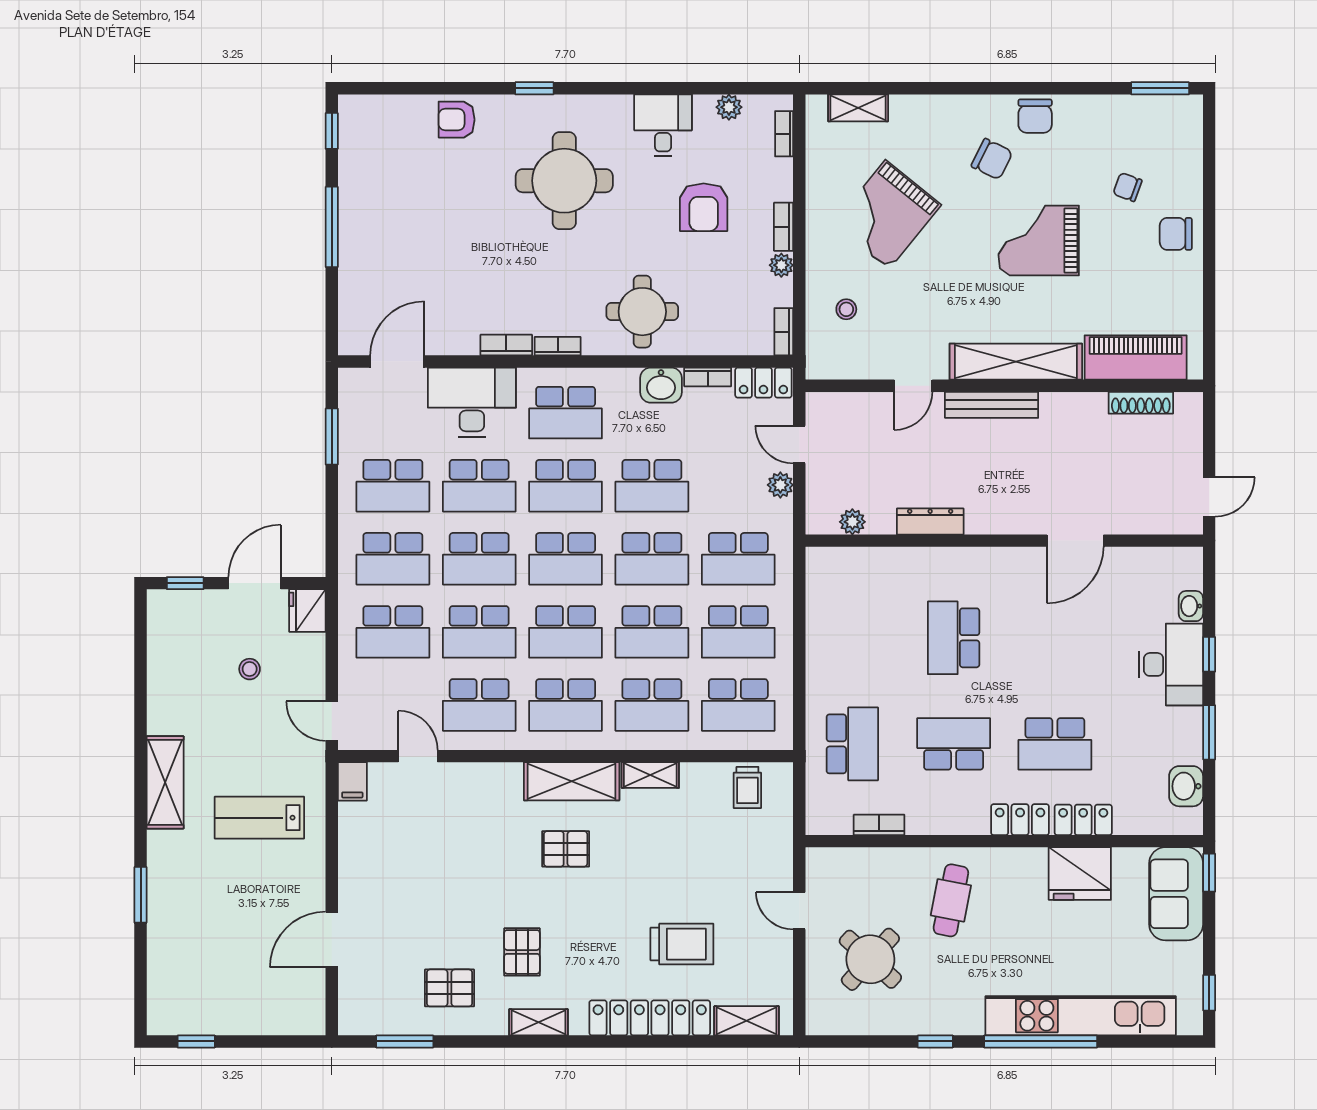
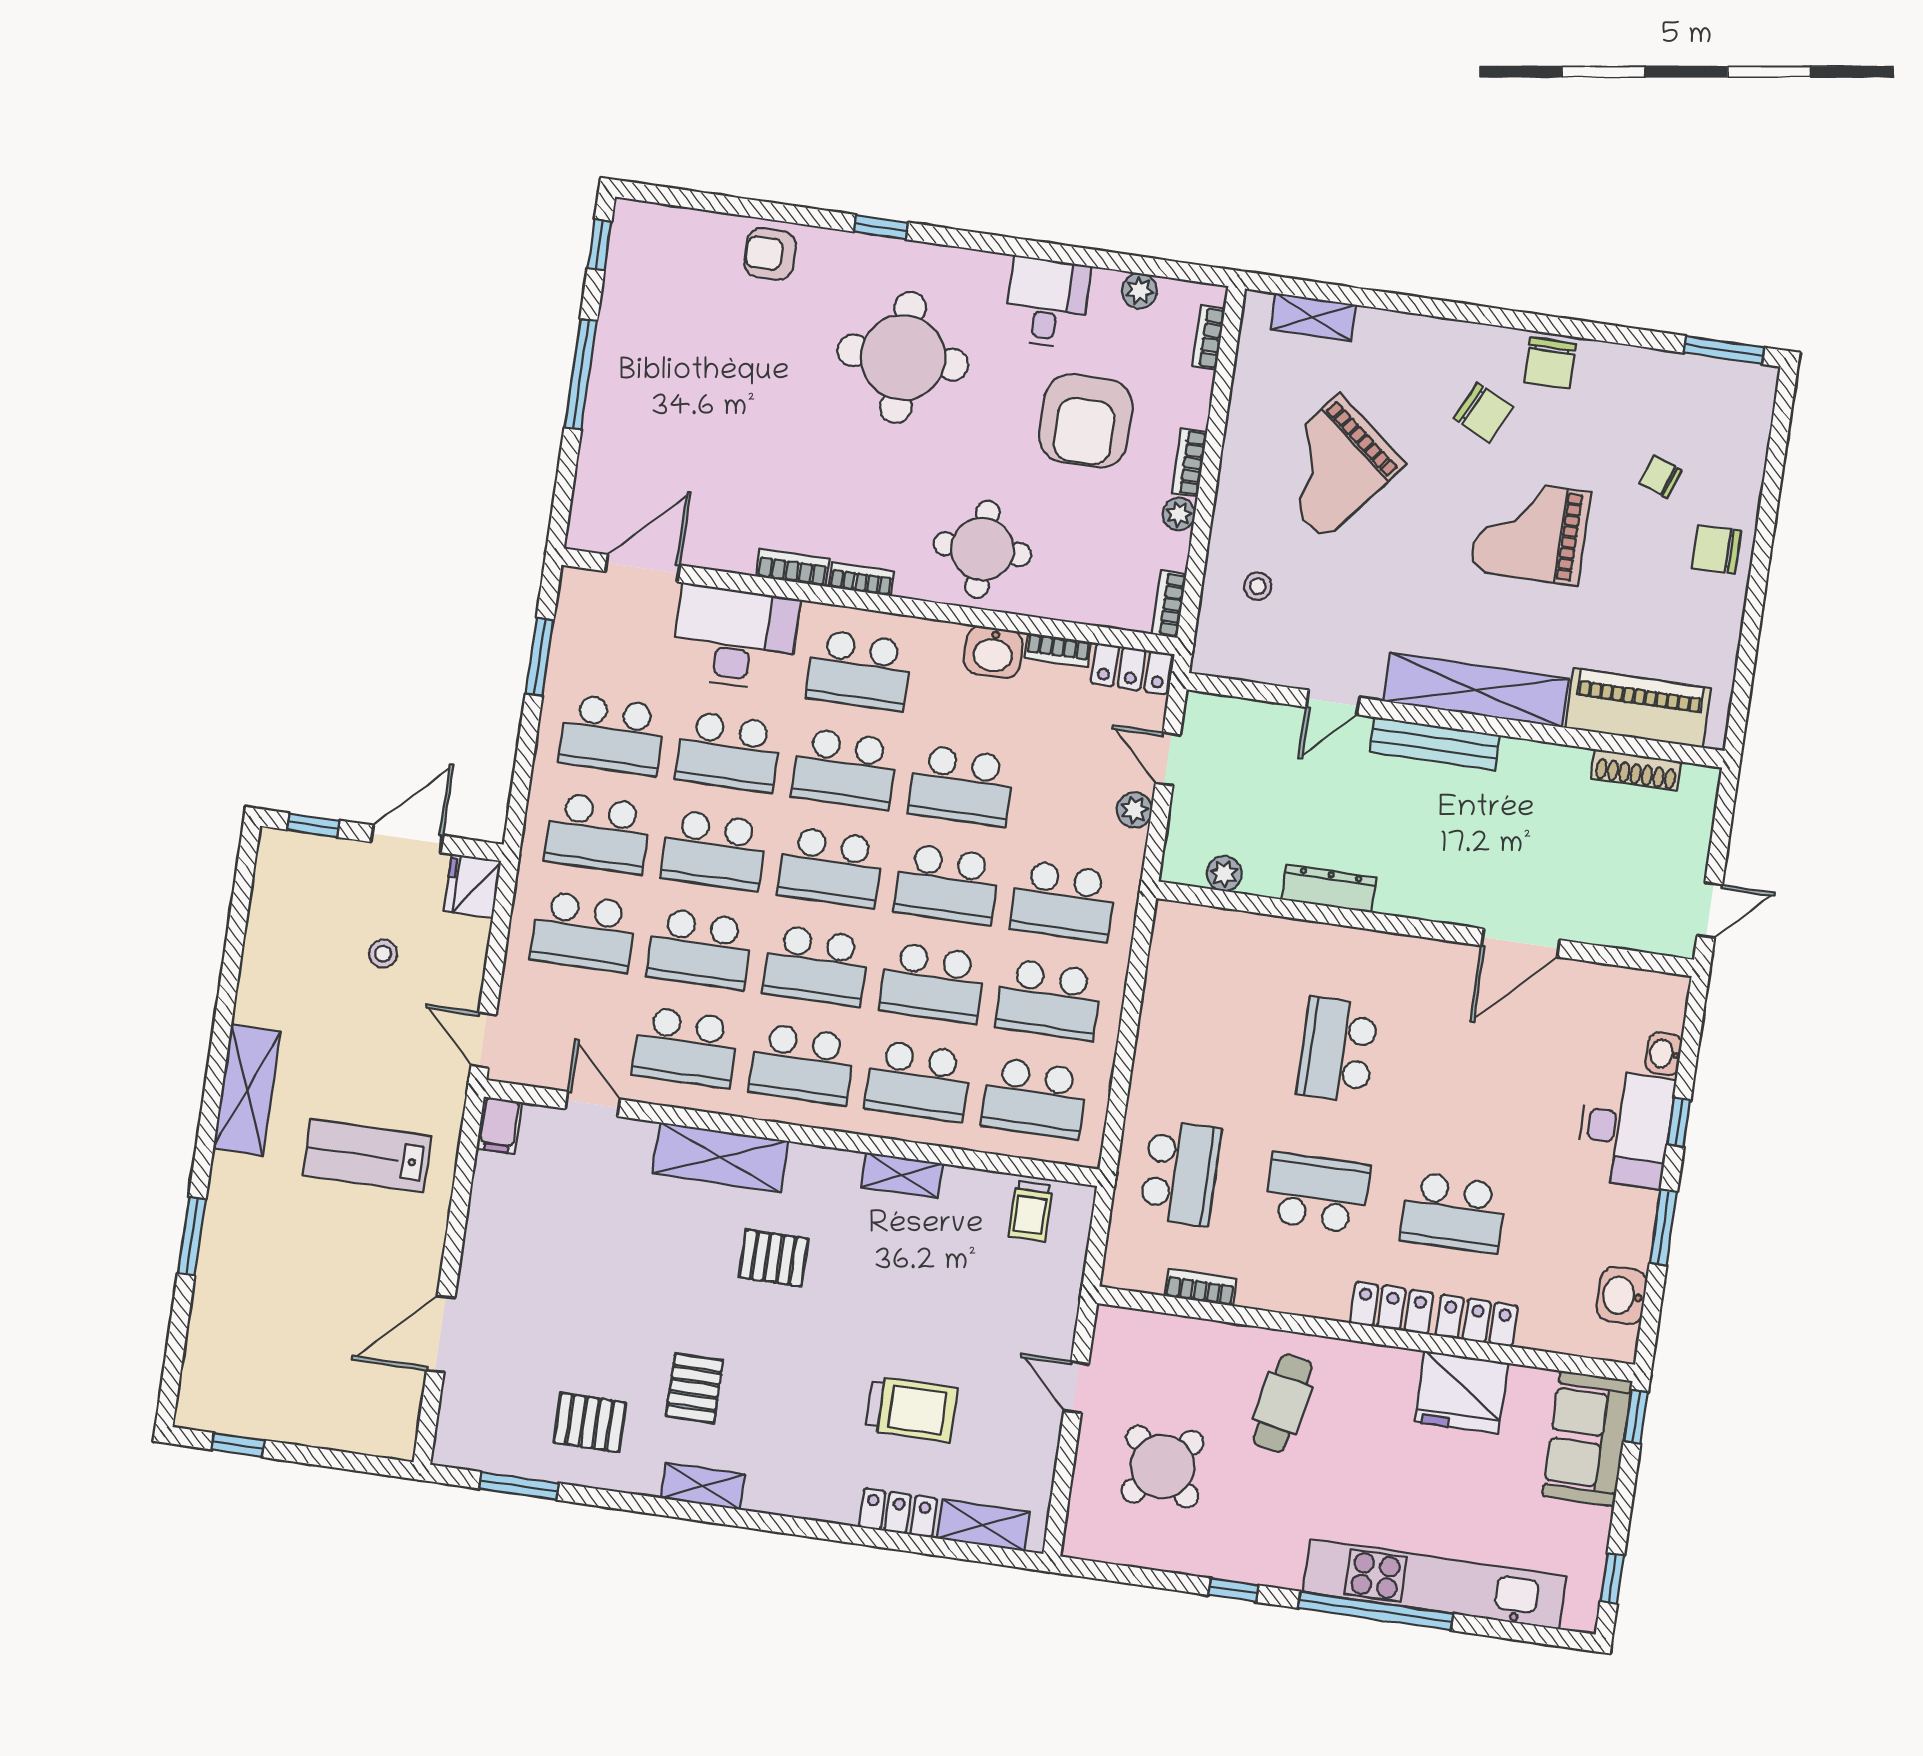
armchair: (704, 207) -> (1086, 421), width x1.36, depth x1.36
shelving: (572, 781) -> (720, 1157), moved
locker: (650, 1018) -> (898, 1513), width x0.46, depth x0.83

